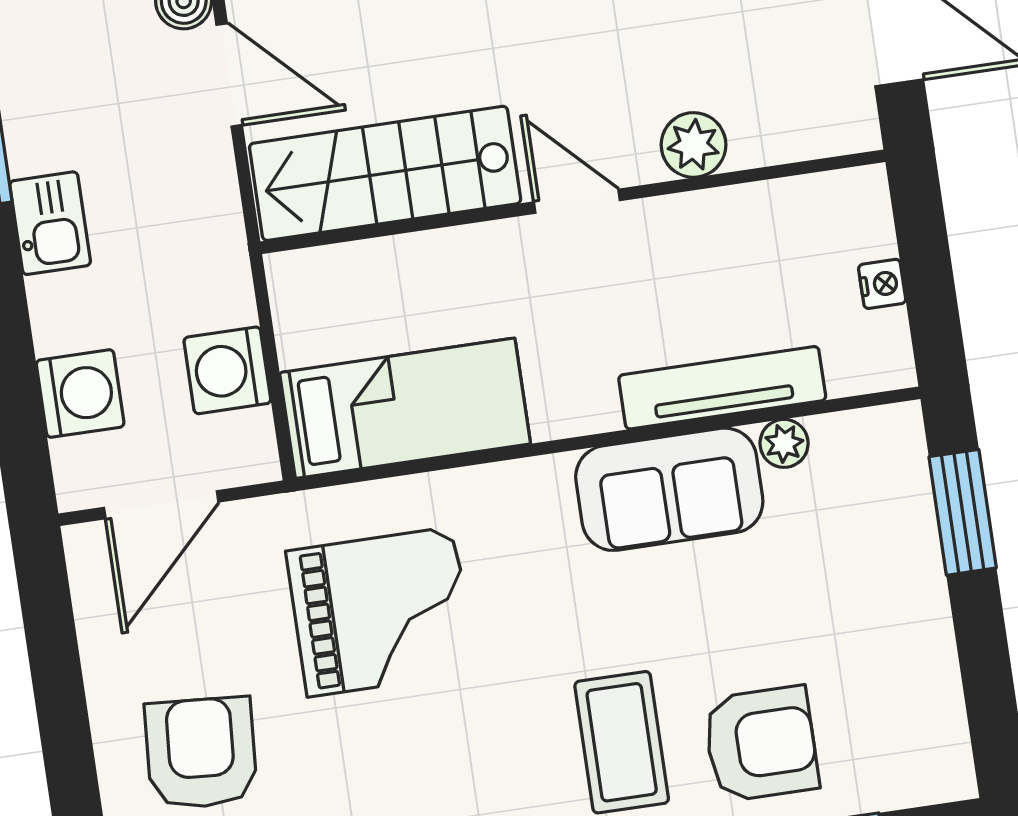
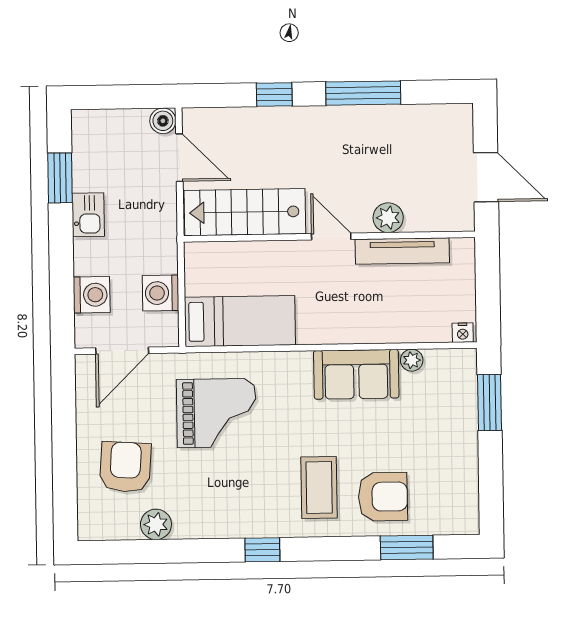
nightstand: (882, 284) -> (463, 333), moved, turned 90
tv unit: (722, 388) -> (402, 251), moved, turned 180

